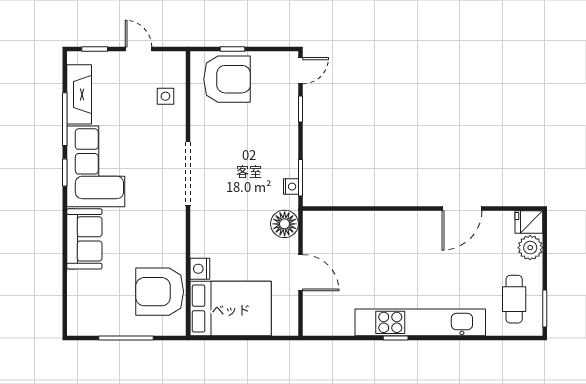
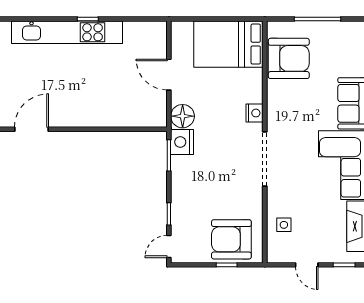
nightstand: (291, 187) -> (182, 142), width x1.89, depth x1.79
nightstand: (200, 269) -> (255, 113), moved

